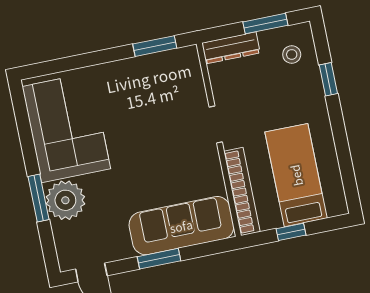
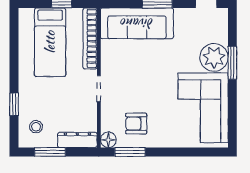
floor lamp: (188, 57) -> (108, 140), added
armchair: (154, 87) -> (136, 124), added

